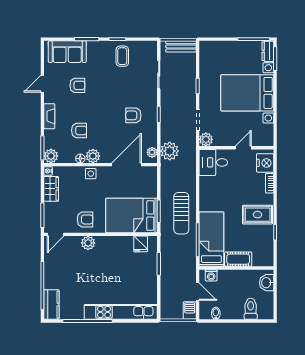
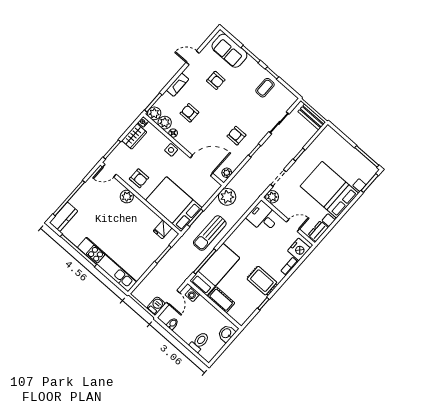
dresser: (268, 51) -> (318, 231), moved
armchair: (79, 130) -> (189, 113), turned 180
plant: (170, 151) -> (227, 197), moved
plant: (93, 156) -> (165, 123), moved

